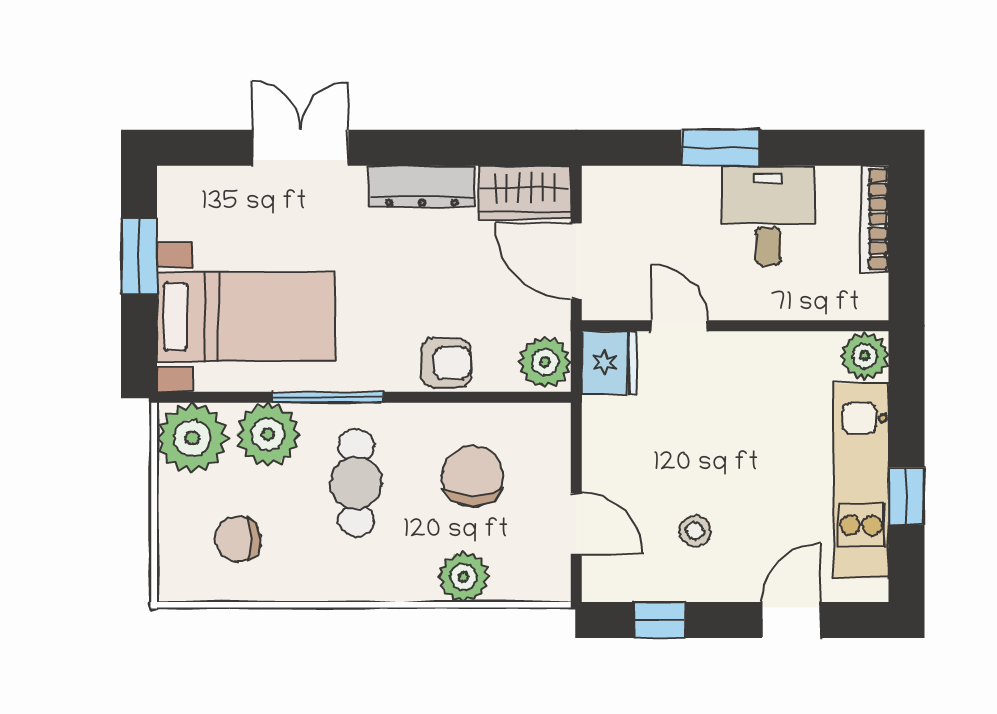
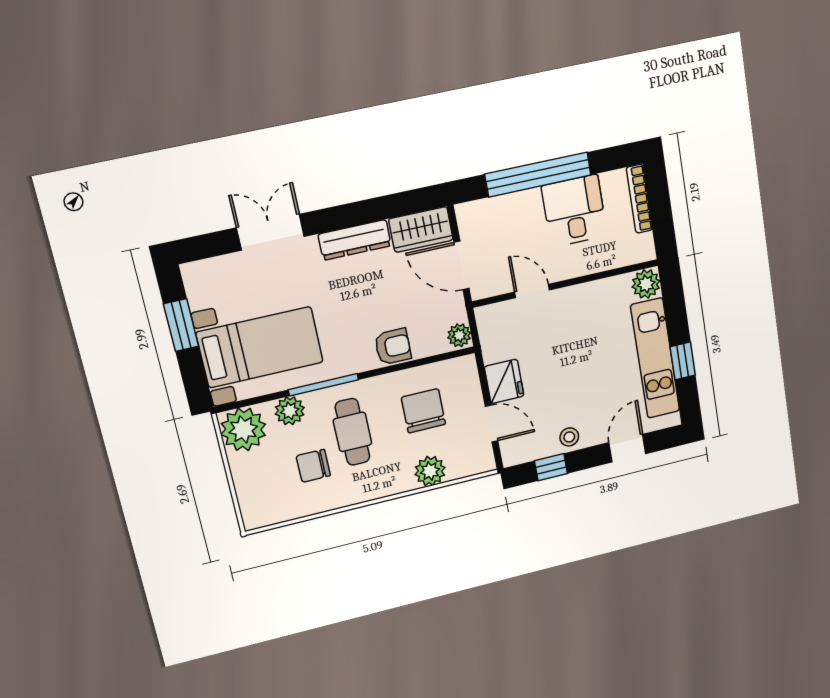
window: (721, 148) -> (538, 174), width x2.11
plant: (545, 362) -> (459, 335), width x0.73, depth x0.73
fridge: (609, 363) -> (504, 381), moved
plant: (268, 434) -> (290, 411), width x0.73, depth x0.73
stool: (695, 531) -> (569, 437), moved
chair: (238, 539) -> (313, 466), moved

